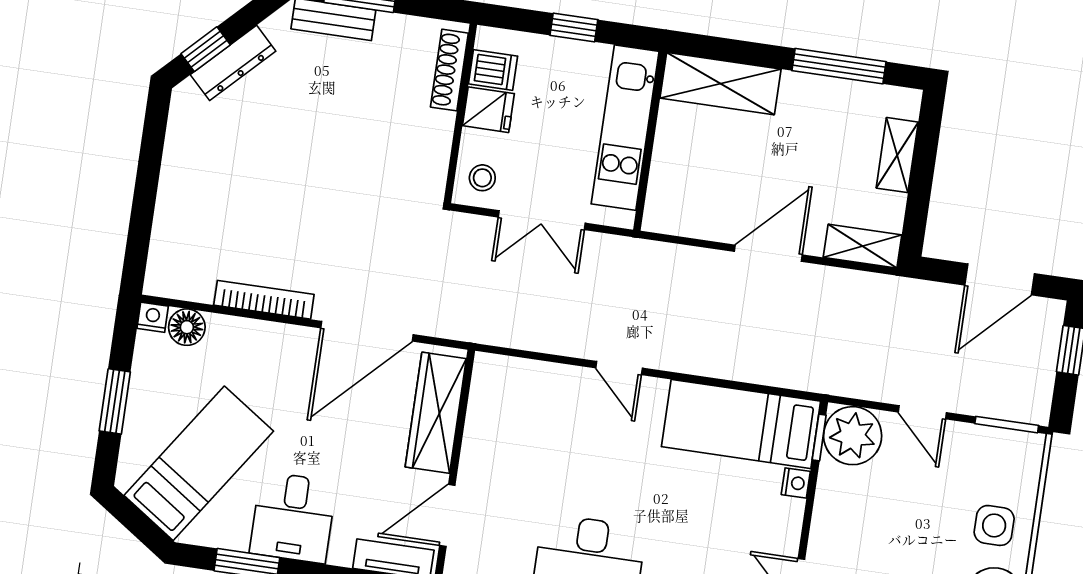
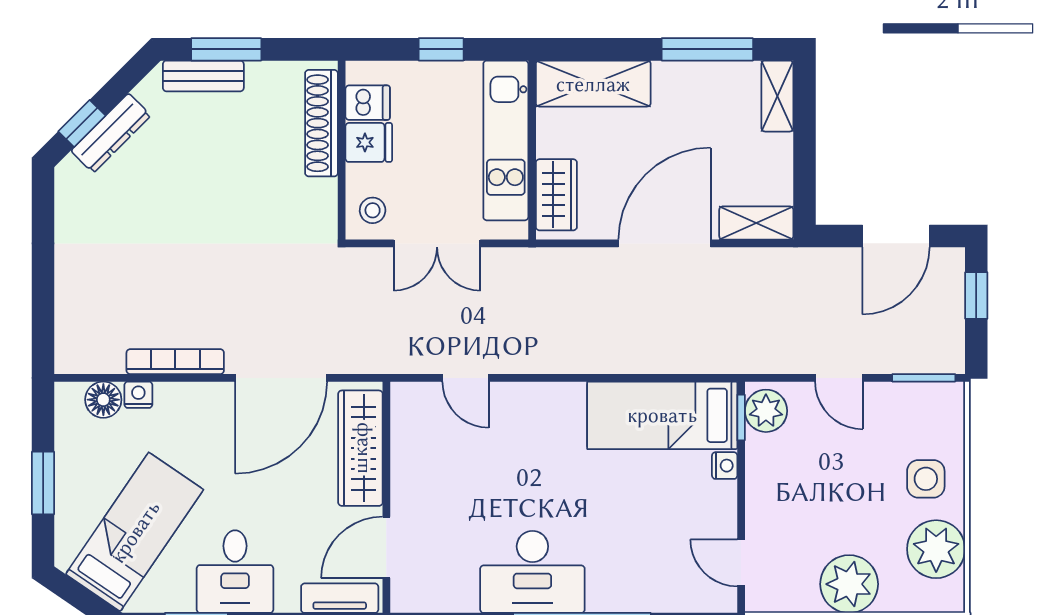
shoe rack: (449, 70) -> (321, 123), width x1.36, depth x1.24
shelving: (897, 155) -> (777, 96), moved
wardrobe: (668, 189) -> (556, 195), added
door: (768, 253) -> (665, 243), width x1.36
nightstand: (153, 317) -> (138, 395), moved
door: (619, 368) -> (466, 378), moved
plant: (853, 436) -> (766, 411), width x0.73, depth x0.73

